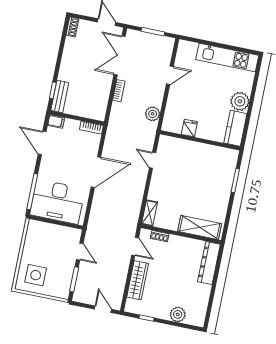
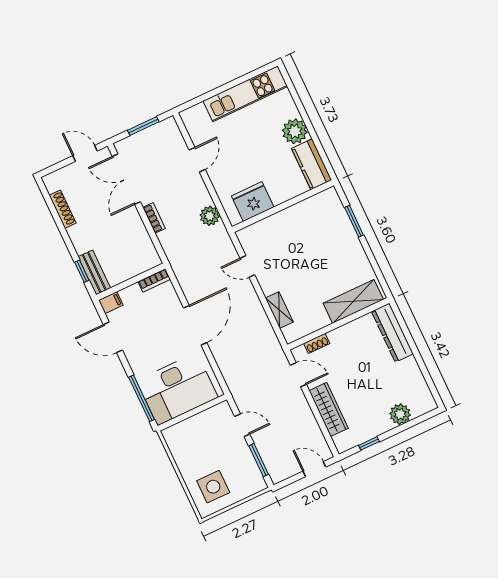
shoe rack: (72, 27) -> (63, 209), moved, width x1.43
fridge: (189, 128) -> (253, 202), width x1.88, depth x1.34
shelving: (150, 213) -> (279, 310), moved

